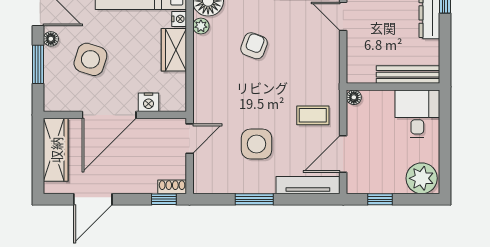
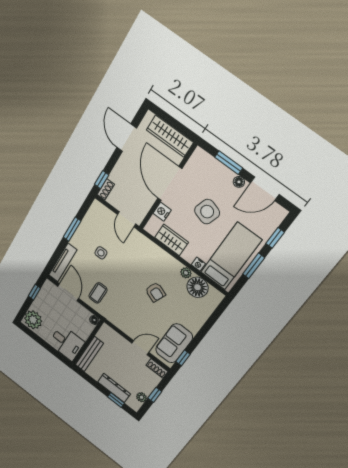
wardrobe: (174, 50) -> (172, 240), moved
side table: (90, 59) -> (207, 212), moved
side table: (257, 144) -> (101, 253), width x0.54, depth x0.54

